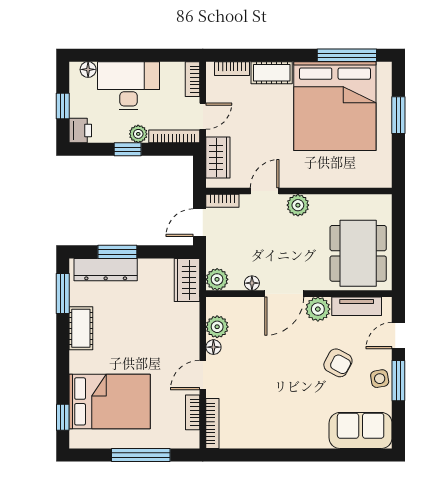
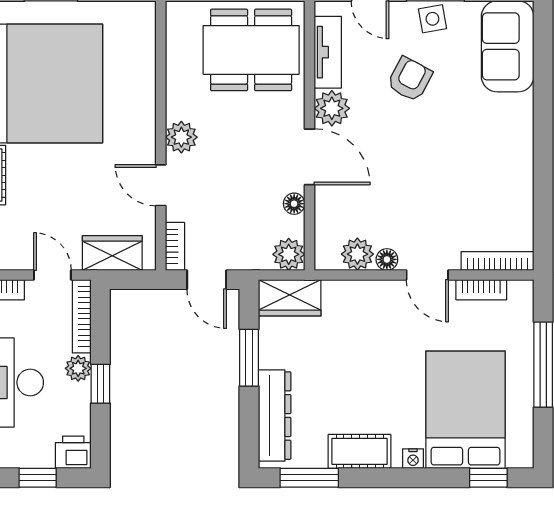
window: (117, 252) -> (249, 358), moved
nightstand: (76, 365) -> (413, 459), added

